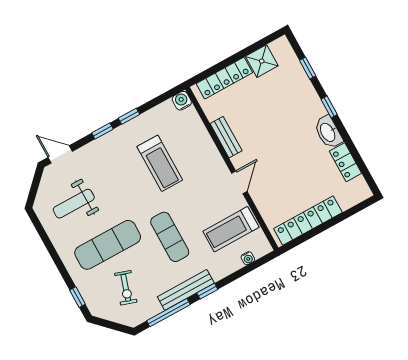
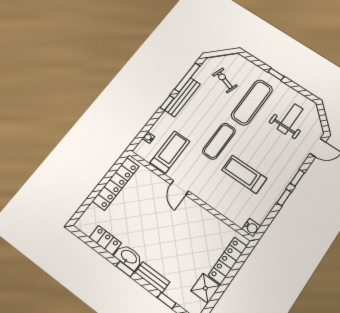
window: (329, 107) -> (125, 269), moved
bench: (226, 137) -> (152, 277), moved
exercise mat: (170, 237) -> (219, 141), moved, turned 90
window: (78, 297) -> (276, 74), moved

